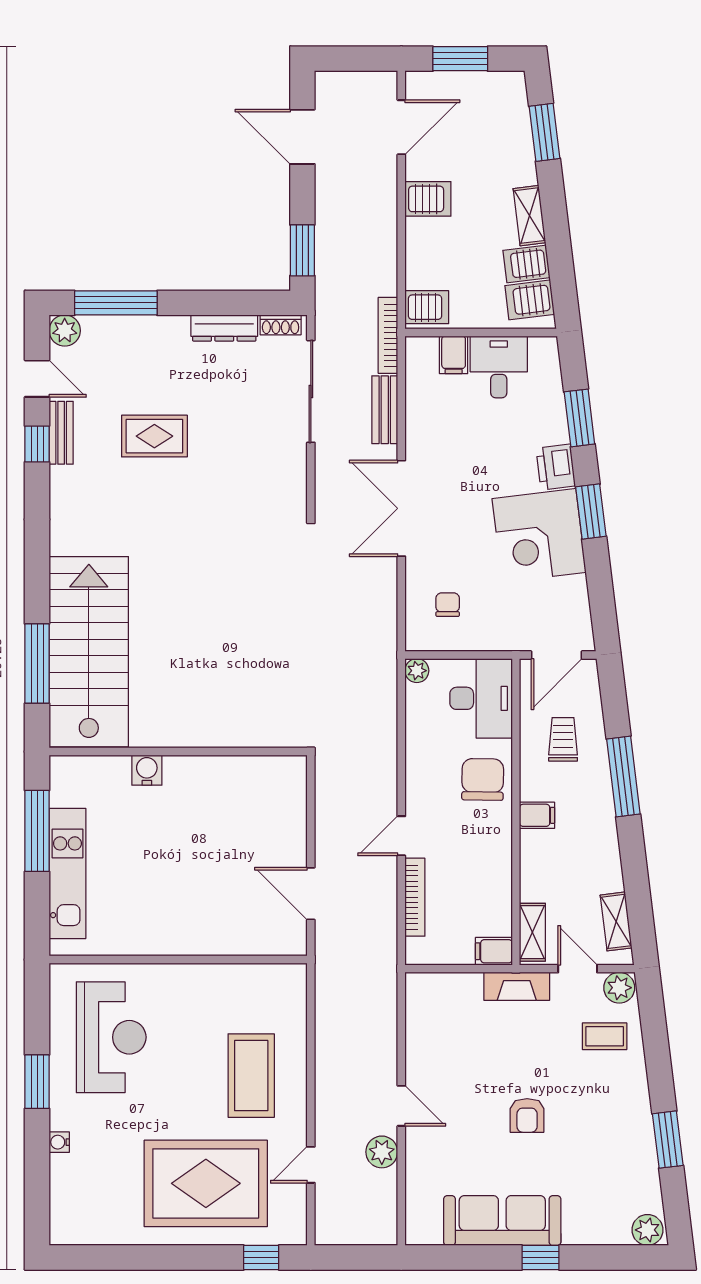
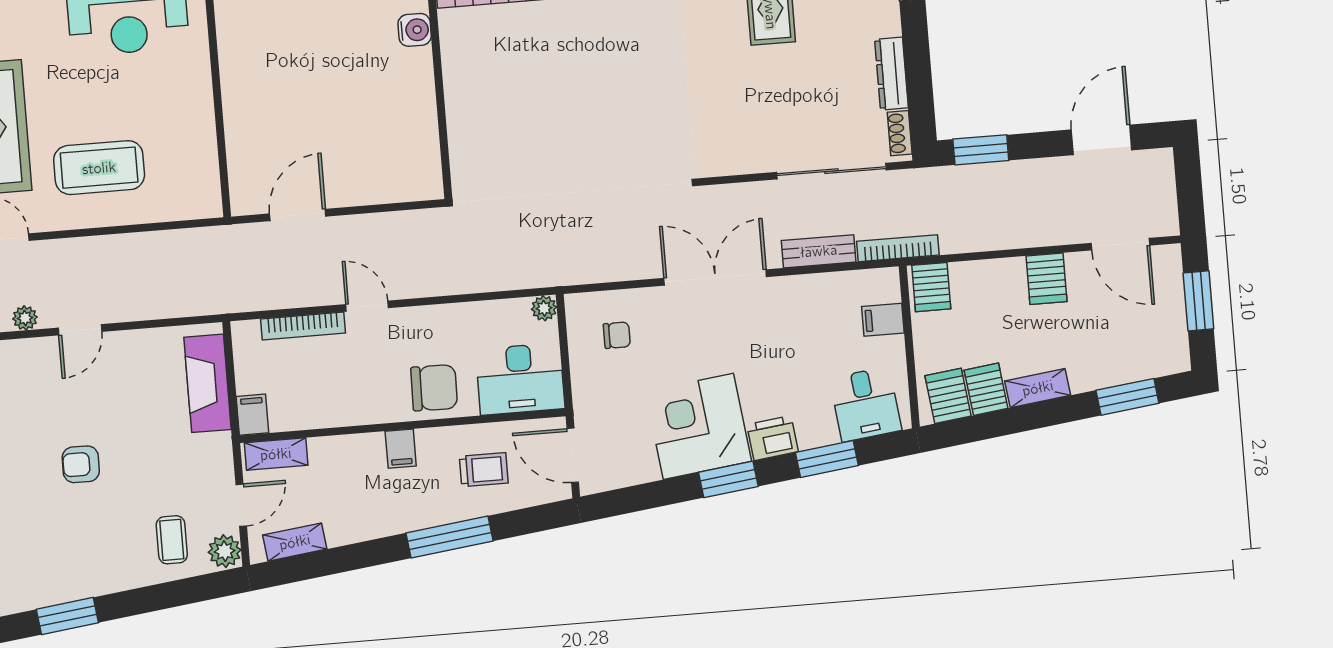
desk: (499, 367) -> (865, 404), moved, turned 83
fireplace: (517, 986) -> (208, 383), moved, width x1.37, depth x1.32
plant: (382, 1152) -> (25, 318), width x0.73, depth x0.73

